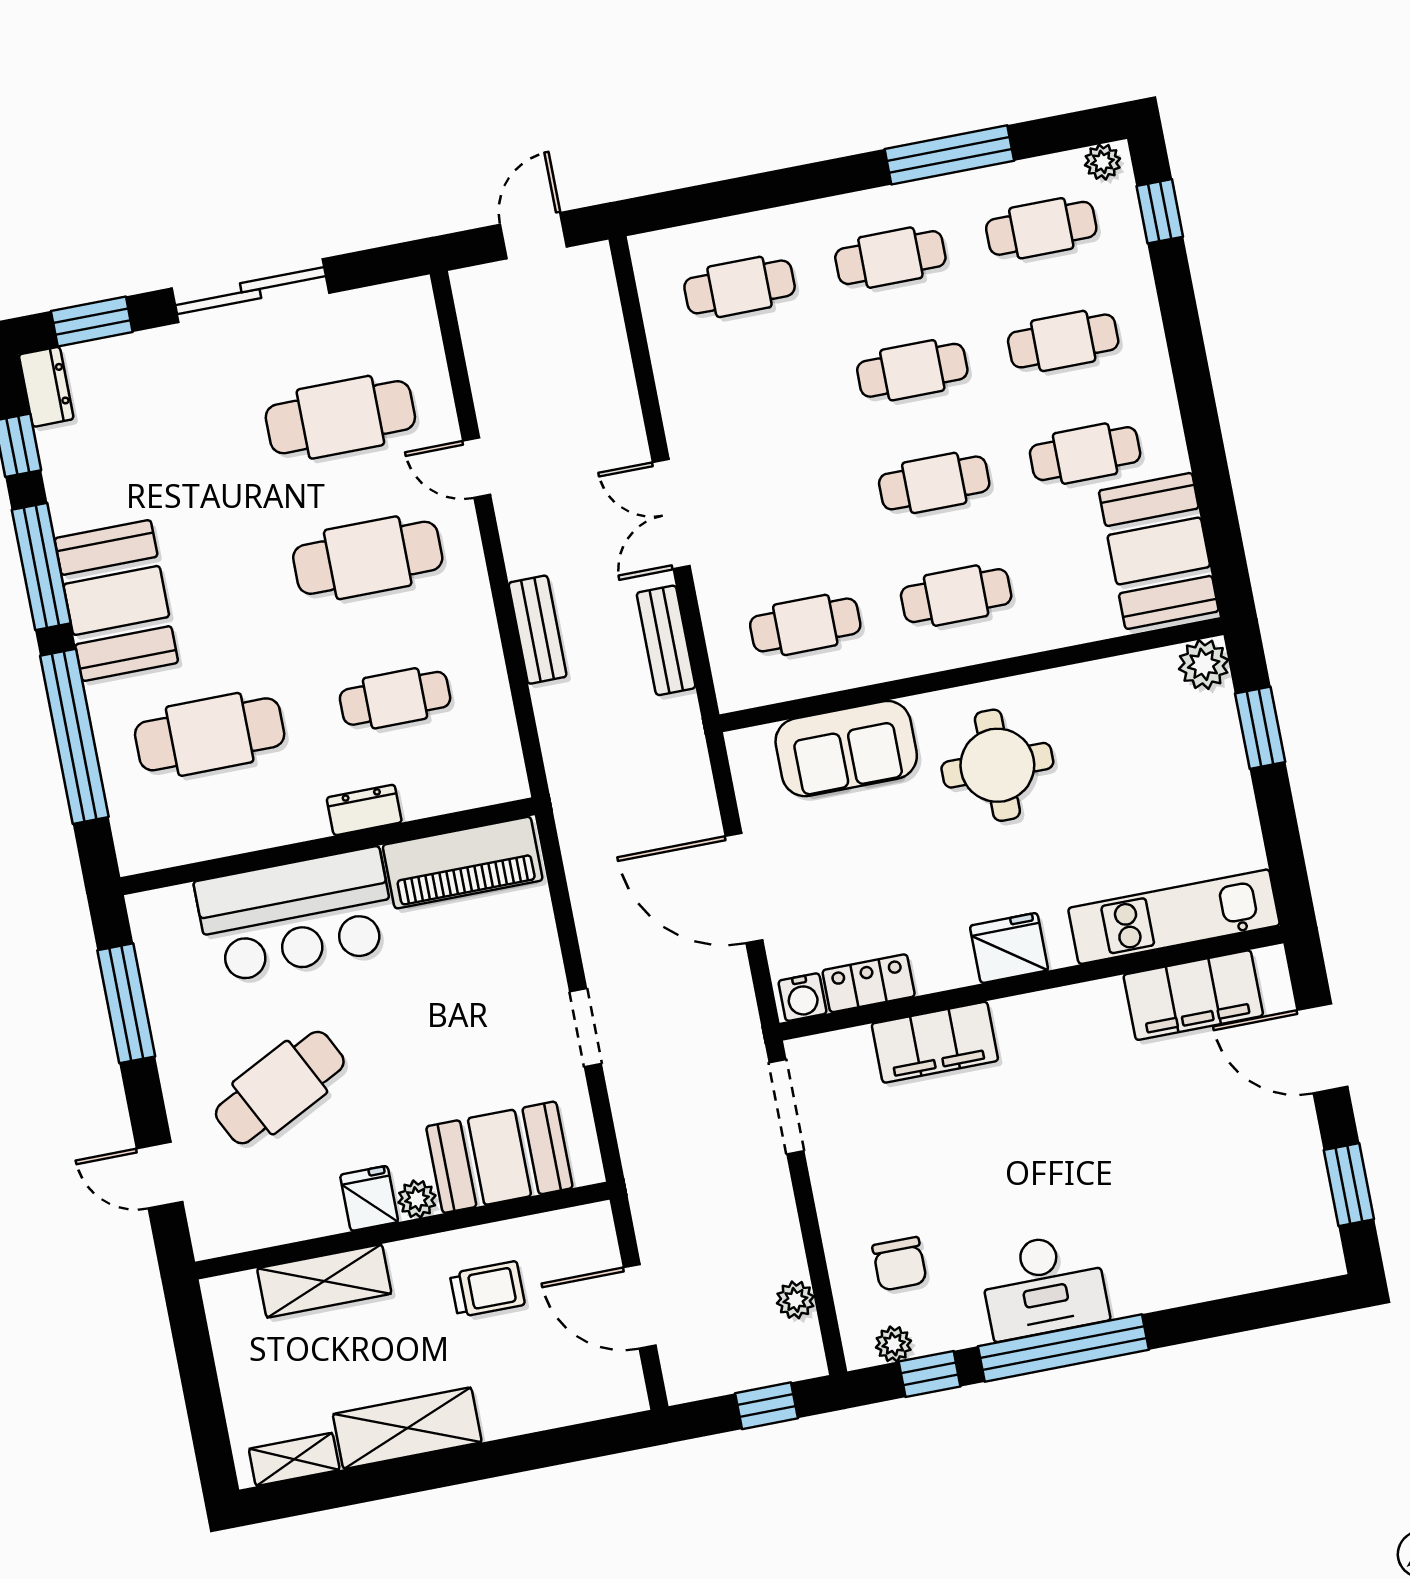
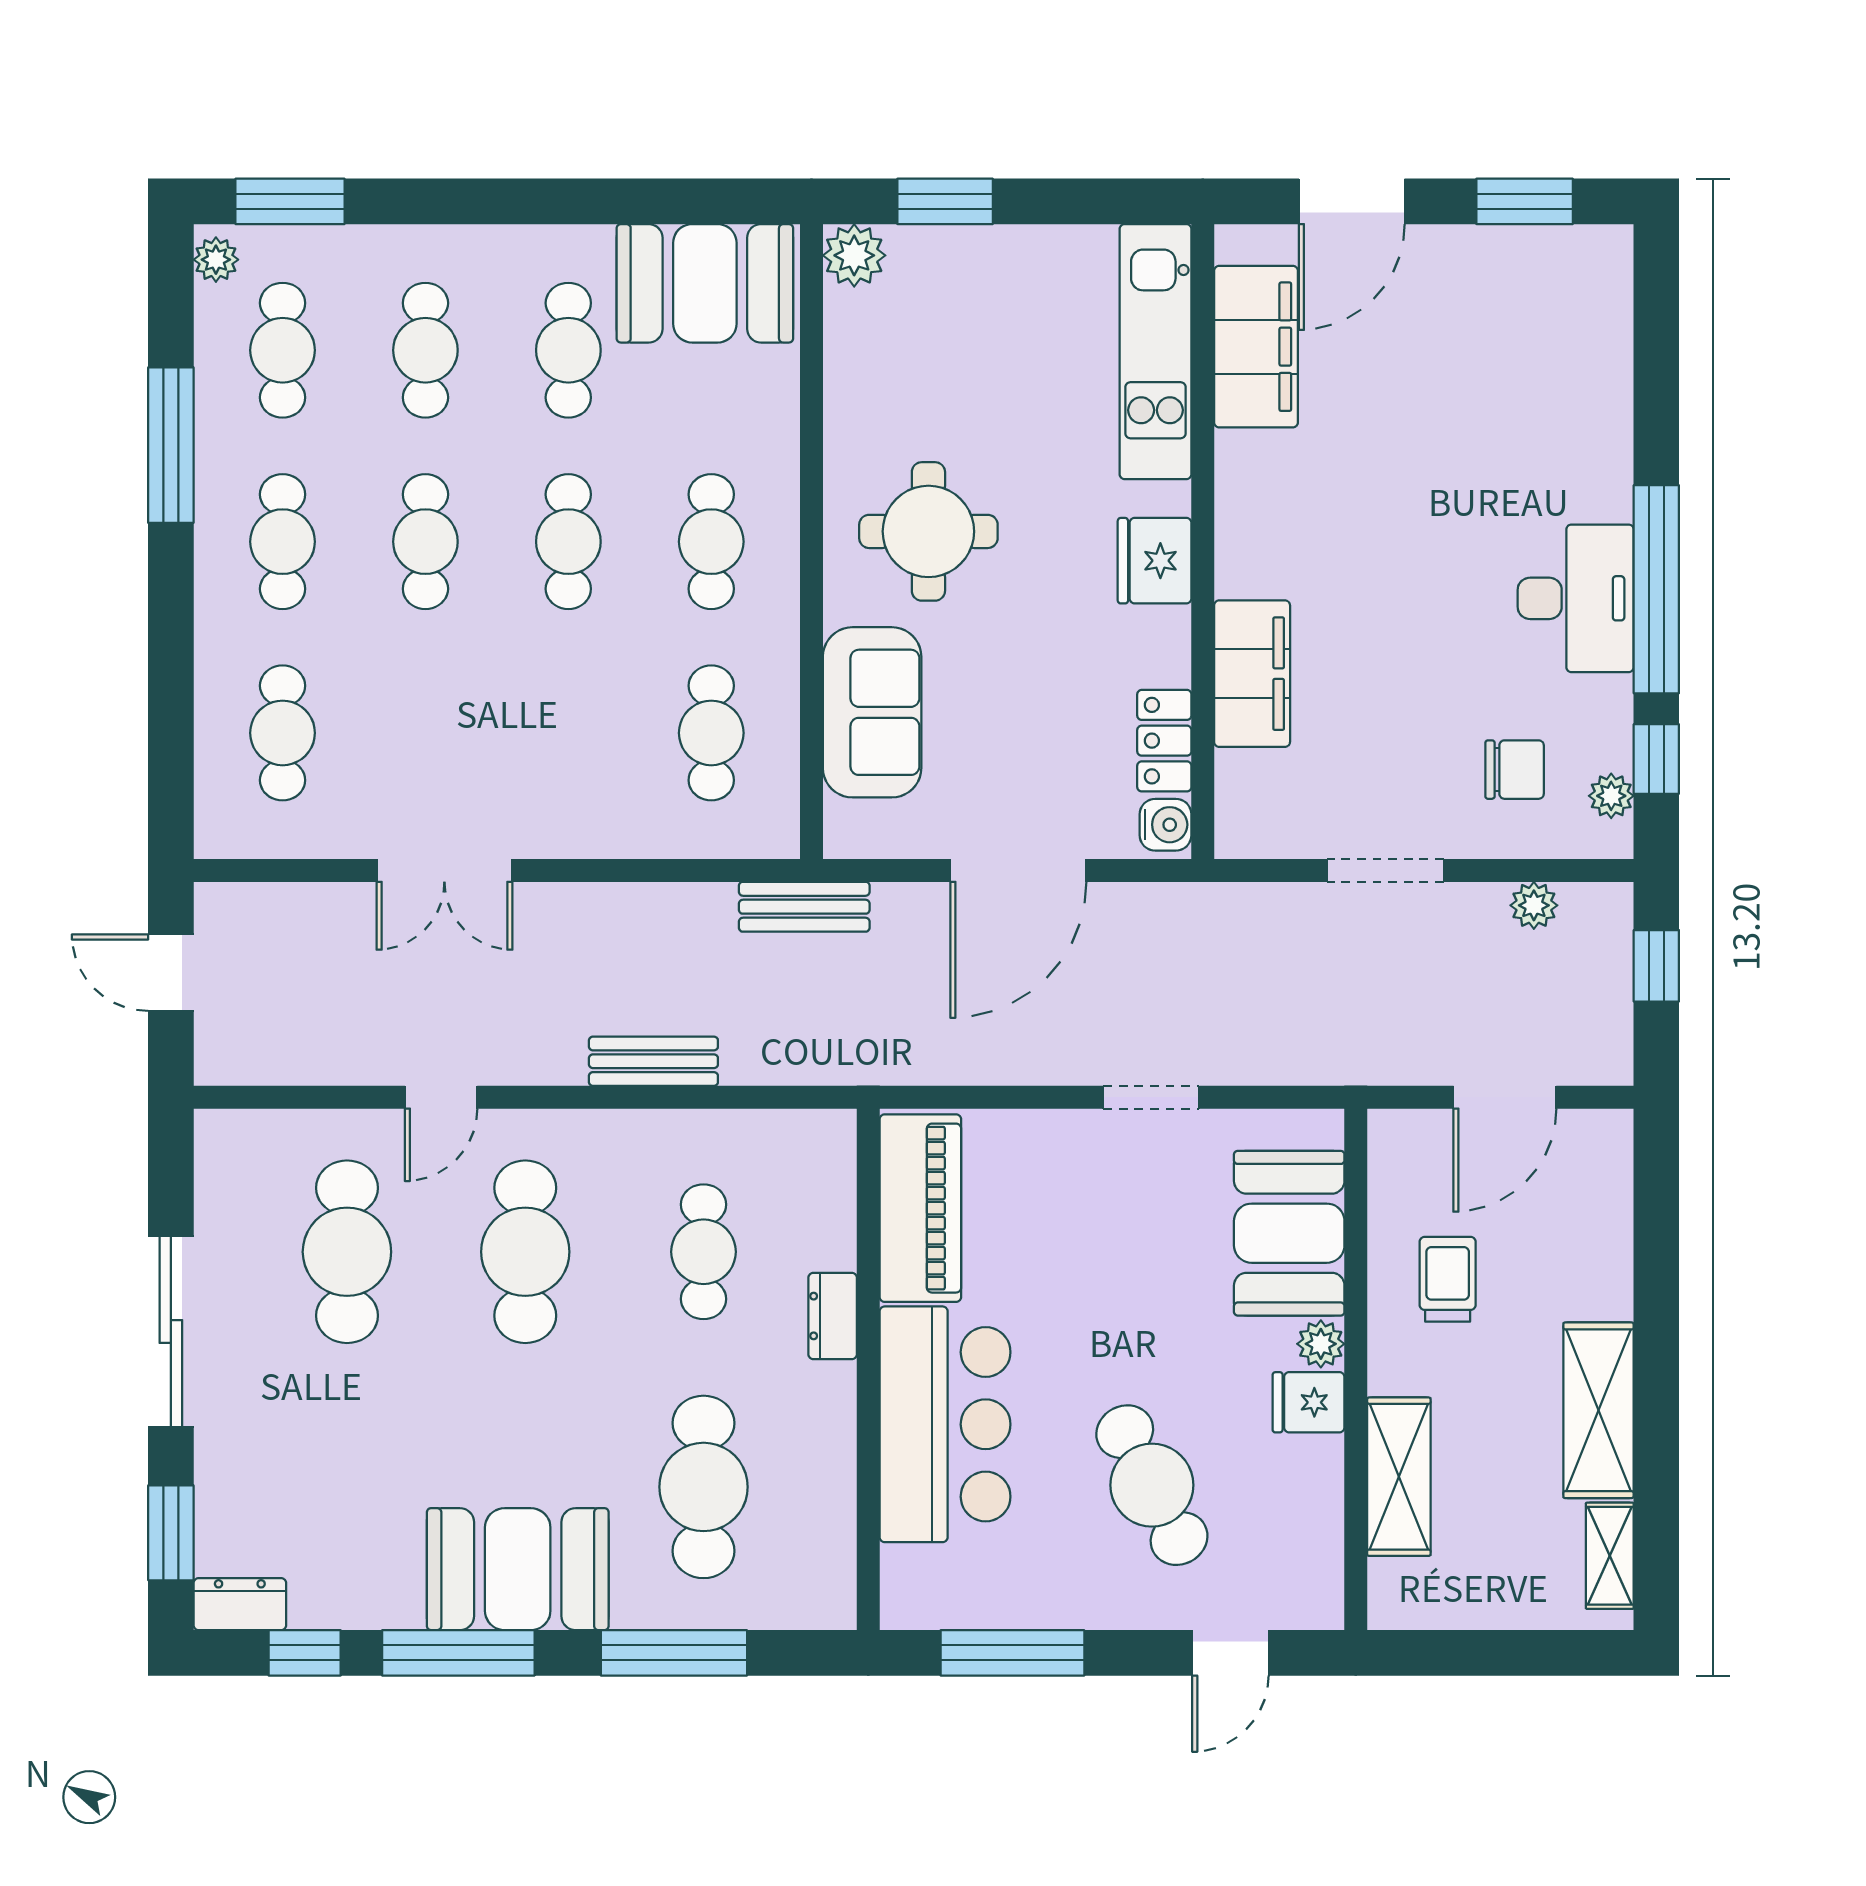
window: (1160, 211) -> (290, 201), width x1.50
double door: (671, 514) -> (444, 870), moved
bench: (666, 640) -> (804, 907), moved
window: (74, 736) -> (674, 1653), width x0.68
doorway: (786, 1107) -> (1385, 870), moved

